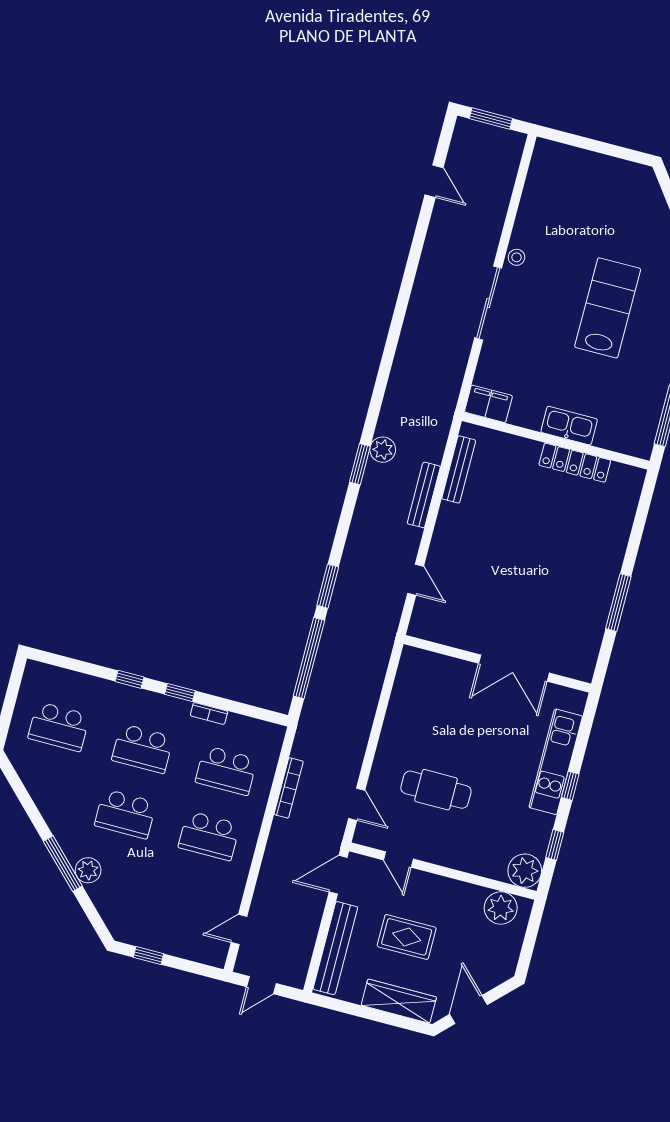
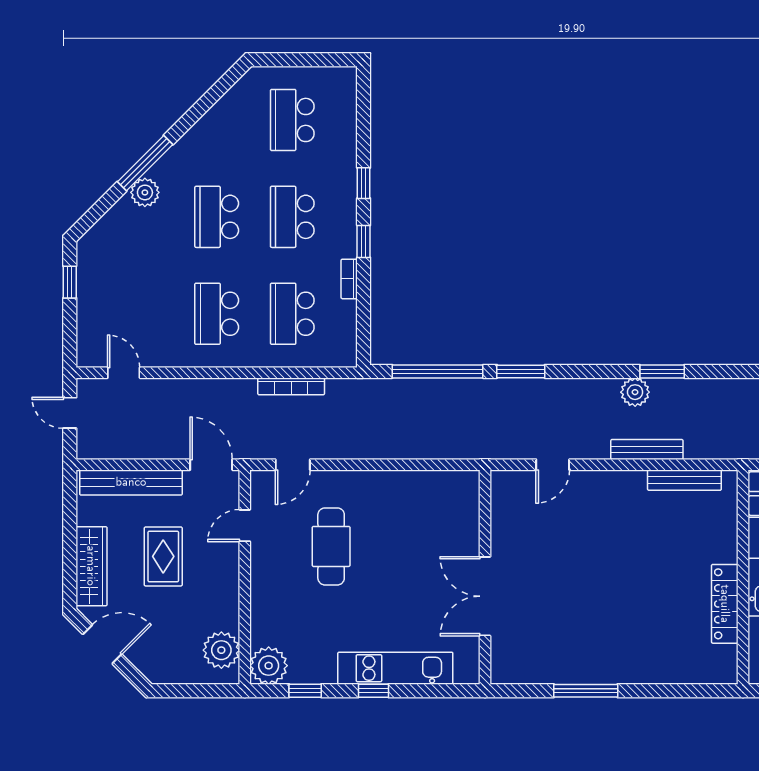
plant: (383, 450) -> (635, 392), moved

